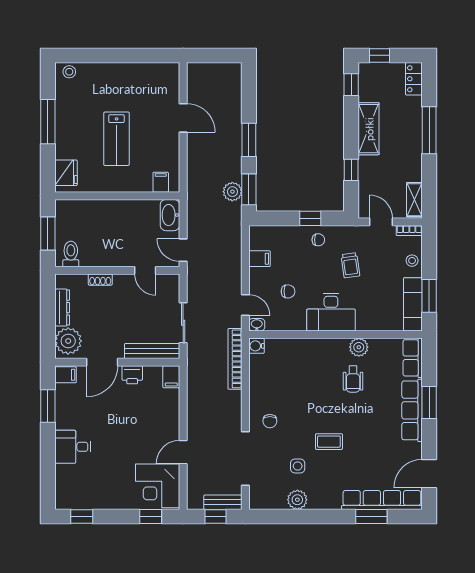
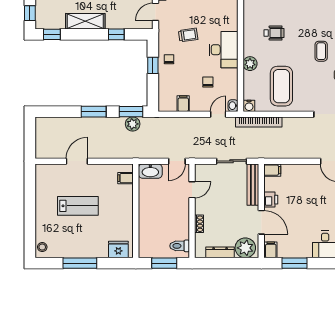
lab bench: (117, 139) -> (78, 206), moved
plant: (359, 347) -> (250, 64), moved
coffee table: (283, 389) -> (281, 86), added
chair: (270, 421) -> (306, 96), removed

